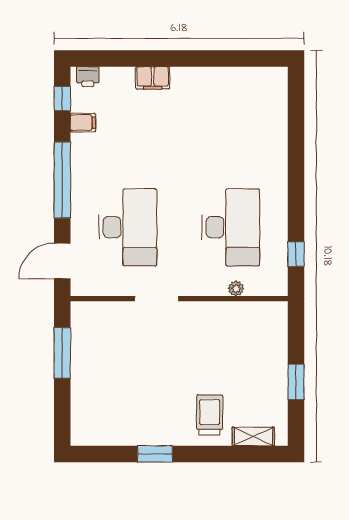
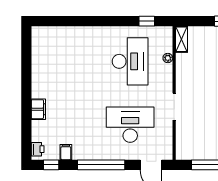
desk: (231, 227) -> (130, 61), turned 90
shelving: (266, 311) -> (182, 39), added

